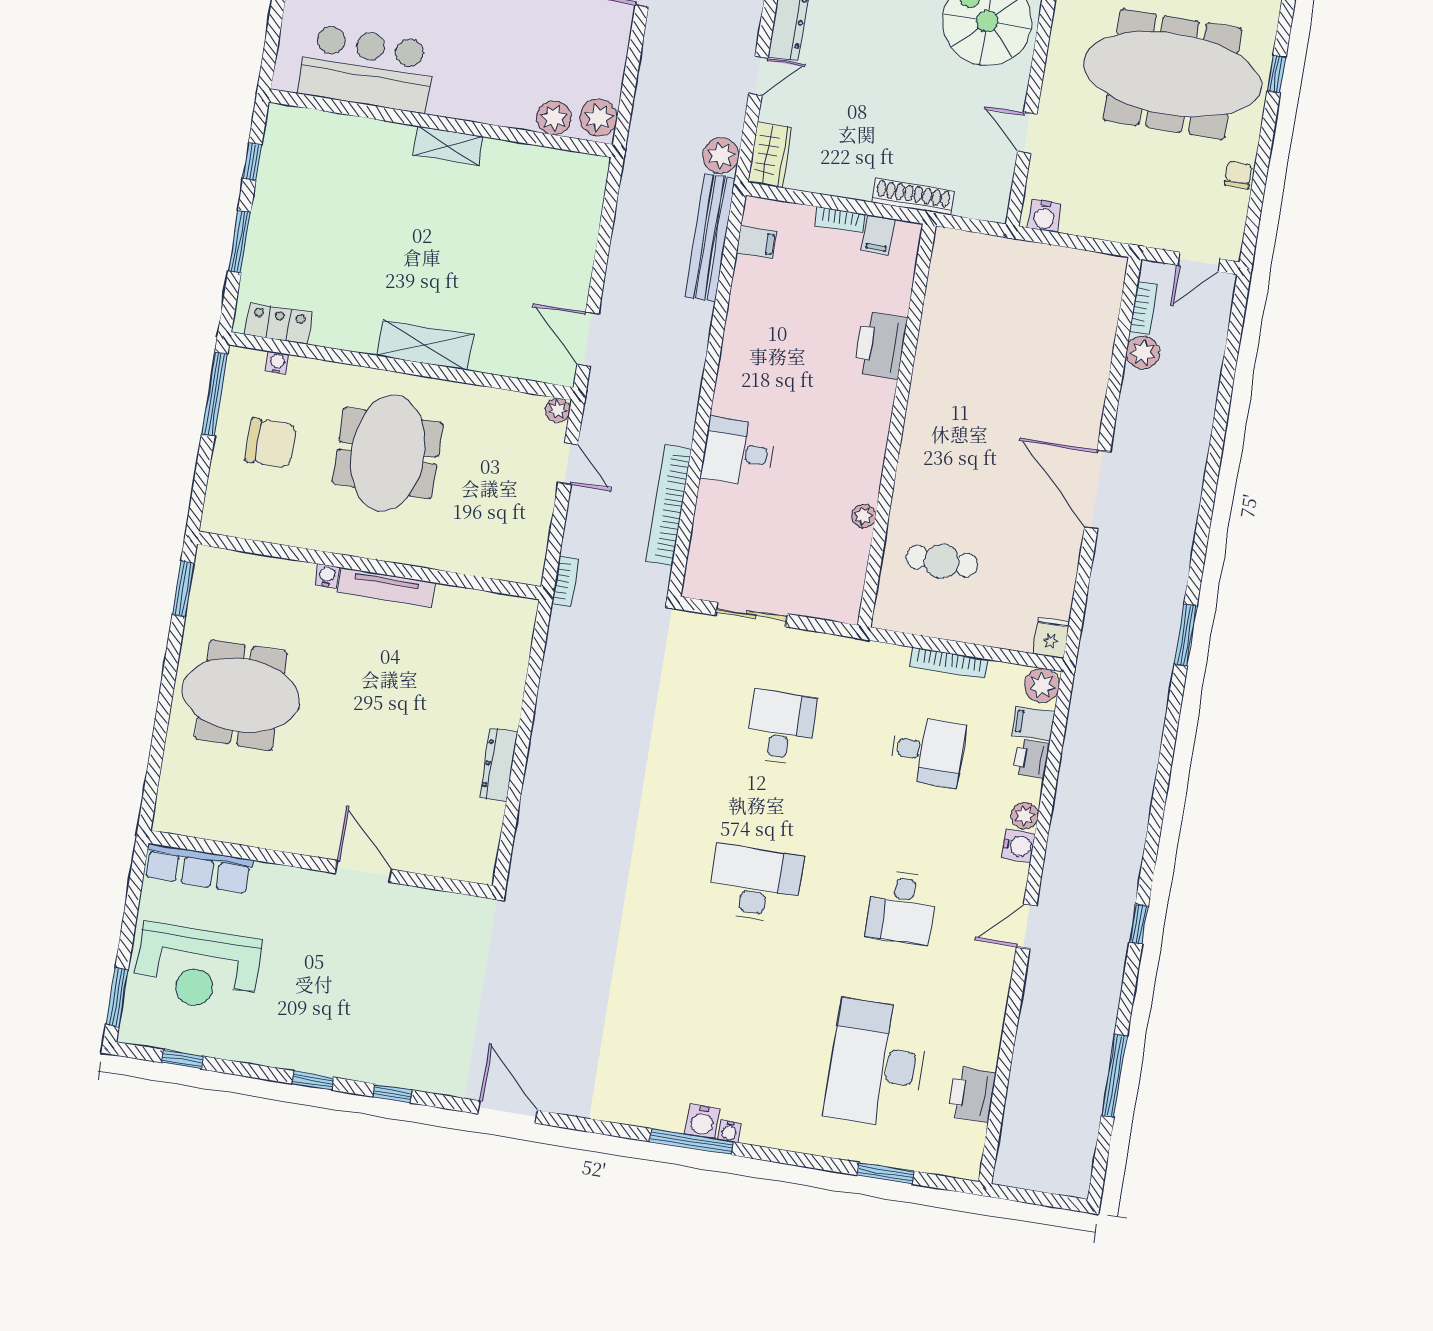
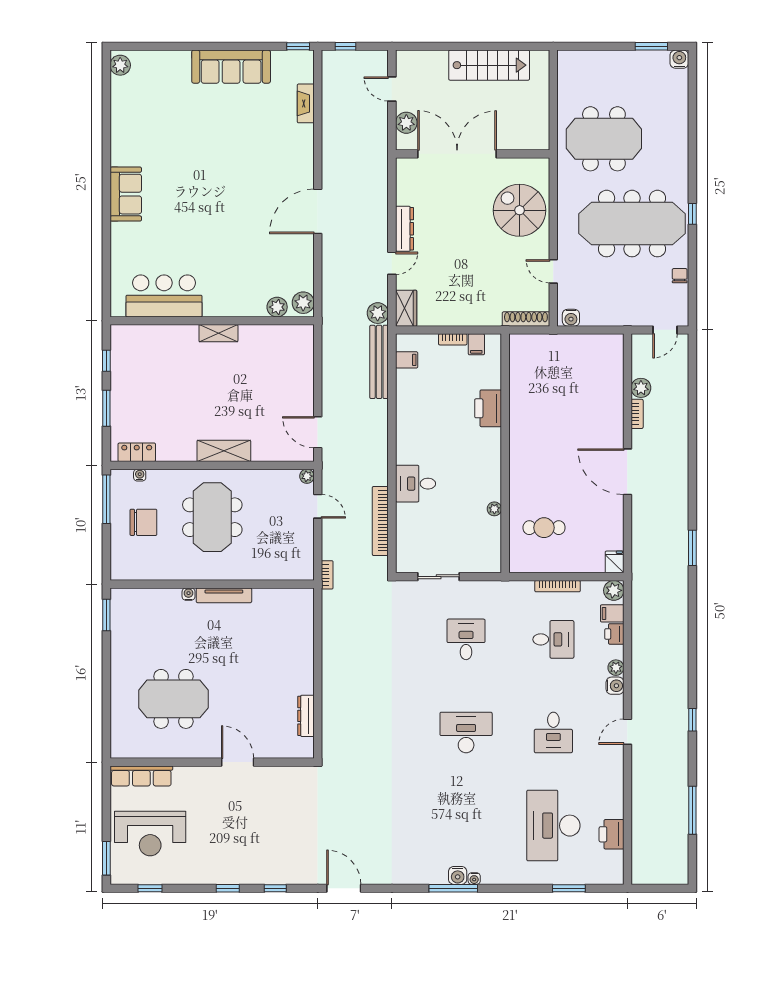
shoe rack: (913, 197) -> (526, 319), moved
bookcase: (1143, 308) -> (637, 414), moved
meeting table: (241, 695) -> (173, 699), moved
dresser: (499, 765) -> (306, 716), moved

